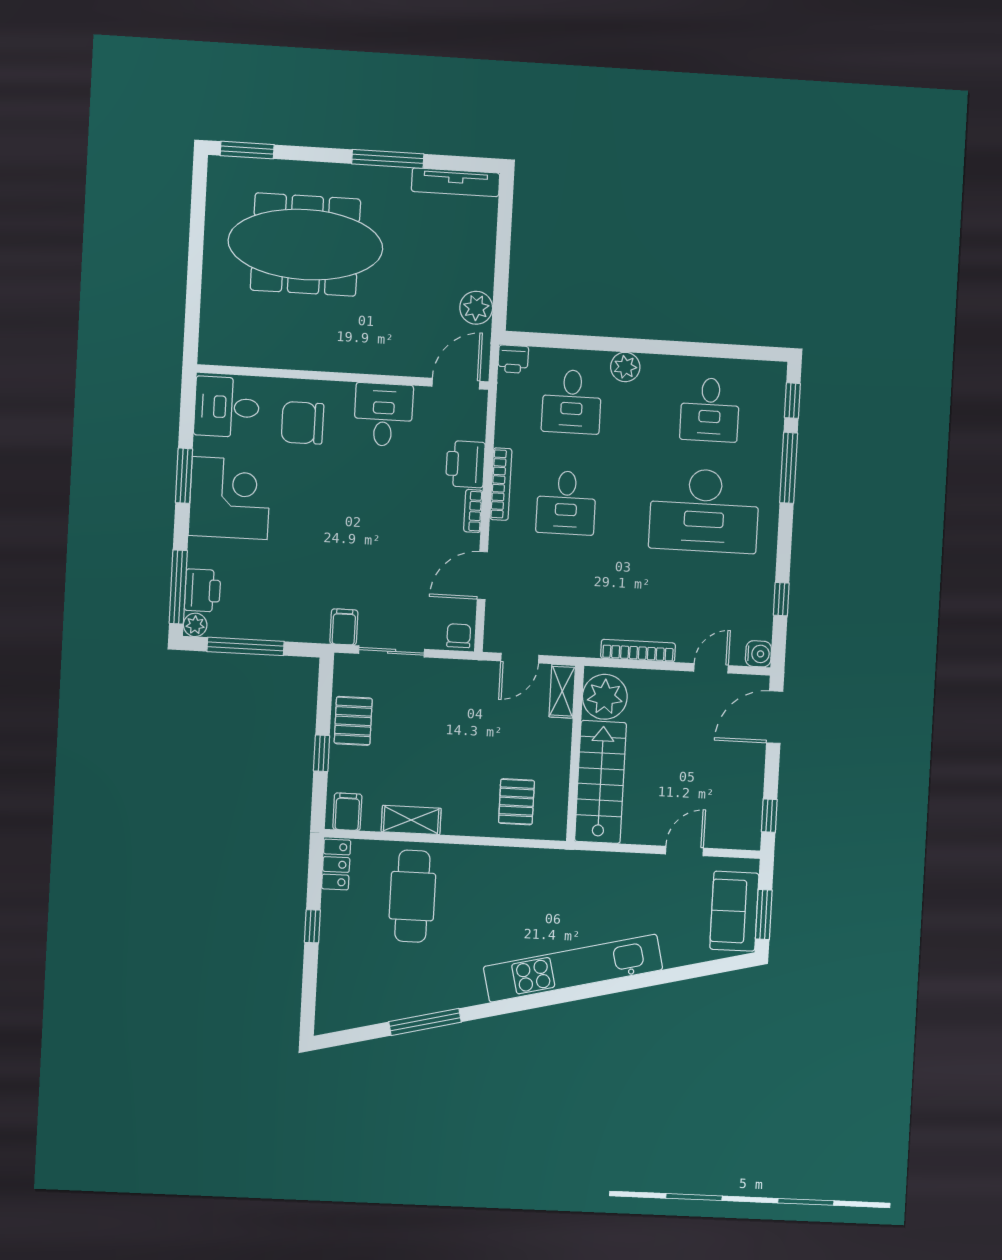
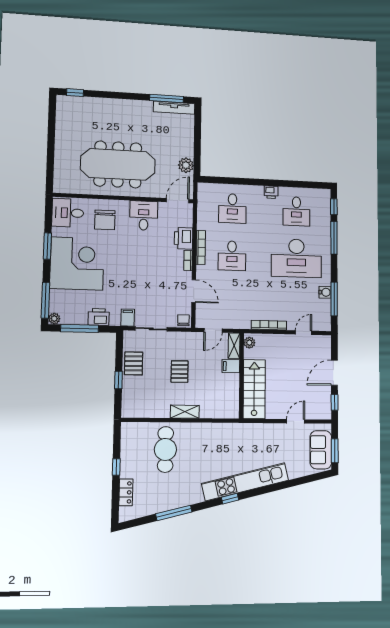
window: (247, 150) -> (75, 93), width x0.67
window: (388, 159) -> (167, 99), moved
meeting table: (305, 245) -> (118, 164), moved
printer: (513, 359) -> (271, 192), moved
plant: (625, 367) -> (257, 192), removed
chair: (302, 423) -> (105, 220), turned -90
corner desk: (230, 498) -> (77, 264), width x1.36, depth x1.36
door: (482, 576) -> (194, 291), swing flipped
printer: (203, 590) -> (99, 317), moved, turned -90
window: (781, 599) -> (334, 299), width x2.17
water cooler: (758, 654) -> (325, 292), moved
plant: (605, 697) -> (249, 343), width x0.53, depth x0.53
door: (775, 717) -> (334, 373), moved
pallet: (516, 802) -> (180, 372), moved
filing cabinet: (347, 812) -> (231, 366), moved, turned -90
shelving: (411, 820) -> (185, 412), moved
locker: (336, 865) -> (126, 492), moved
window: (540, 1000) -> (230, 499), added

